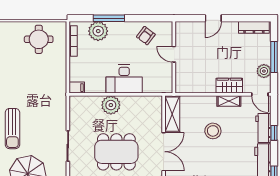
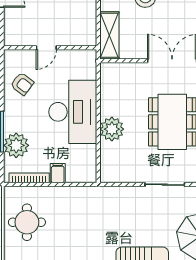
desk: (124, 79) -> (73, 112), width x1.36, depth x1.30
filing cabinet: (77, 88) -> (58, 173), moved
shelving: (172, 114) -> (109, 35), moved, turned 90

